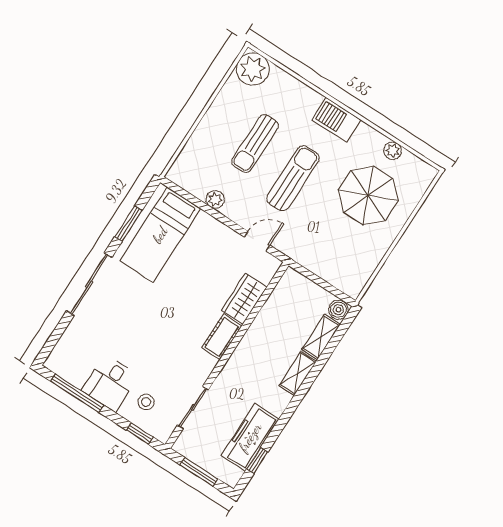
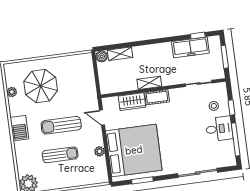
bed: (160, 235) -> (134, 150), width x2.04
sliding door: (89, 284) -> (198, 173), moved
shelving: (298, 373) -> (149, 83), moved
window: (140, 434) -> (231, 107), moved

